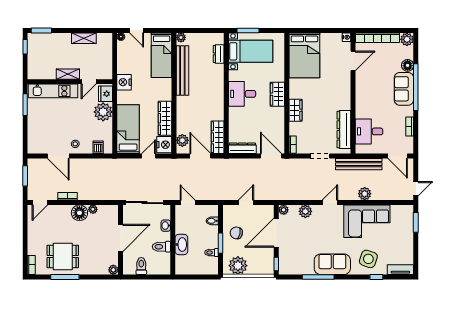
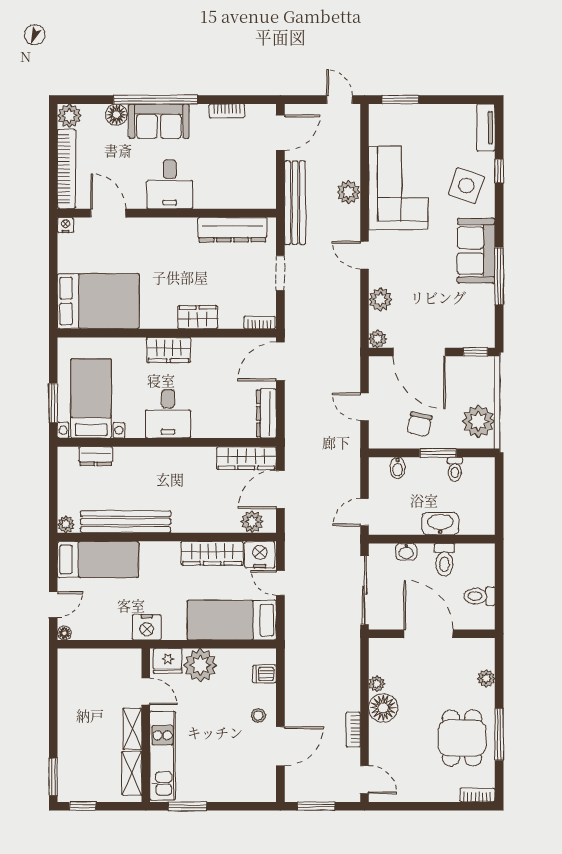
shelving: (84, 38) -> (132, 773), moved
desk: (369, 131) -> (170, 184), moved
plant: (113, 270) -> (486, 678), moved

